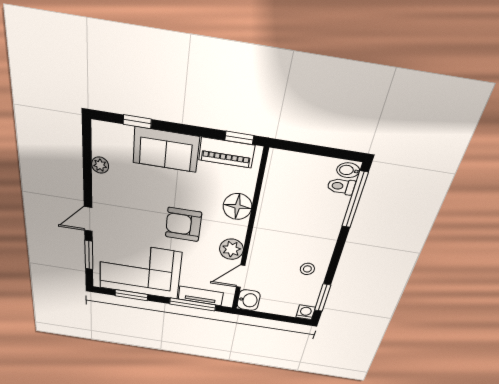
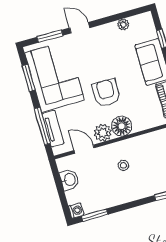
floor lamp: (237, 207) -> (122, 126), moved
stool: (307, 269) -> (123, 165), moved
washbasin: (249, 300) -> (69, 180), moved, turned -90

